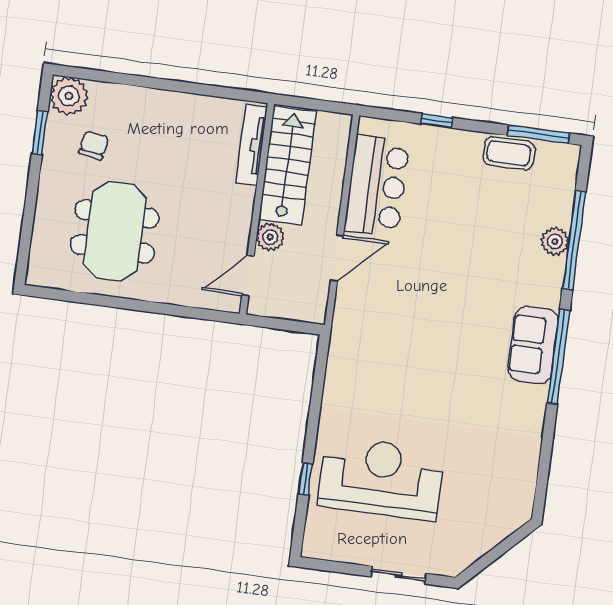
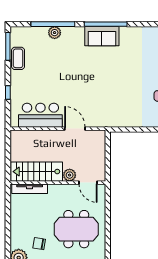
tv unit: (252, 145) -> (30, 189), moved
stairs: (288, 165) -> (37, 172), moved
wall: (257, 209) -> (58, 183), moved
plant: (270, 237) -> (70, 175), moved
door: (248, 276) -> (88, 183), moved

